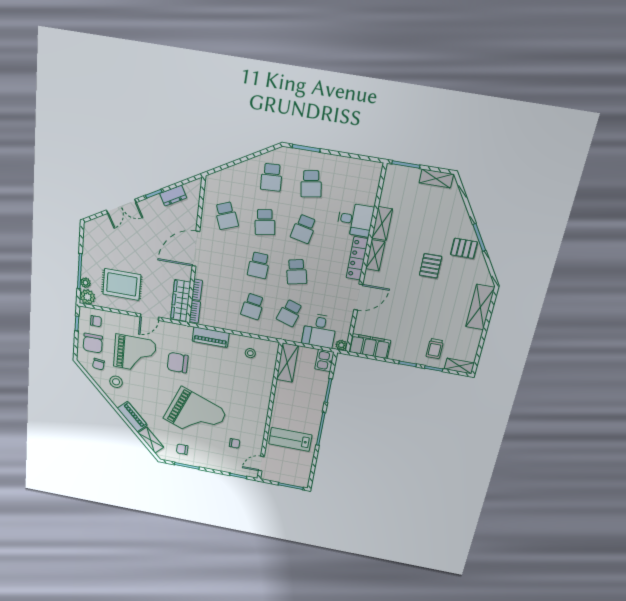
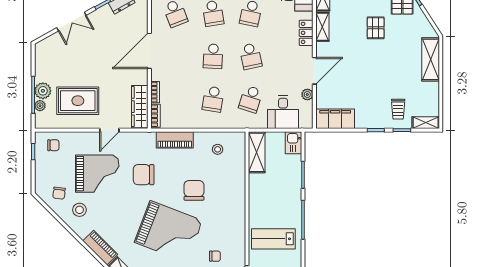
locker: (357, 258) -> (306, 33), width x0.66
plant: (87, 297) -> (43, 91), moved
chair: (93, 343) -> (194, 190), moved, turned 180
plant: (341, 345) -> (307, 94), moved

